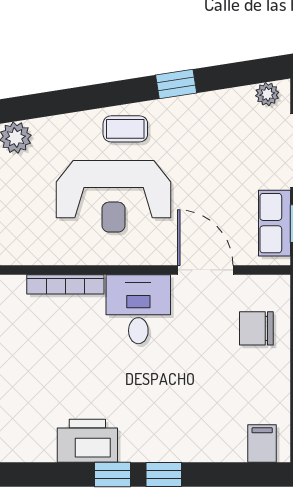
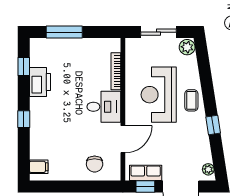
chair: (256, 328) -> (95, 164), turned 180
window: (112, 474) -> (24, 67), moved

